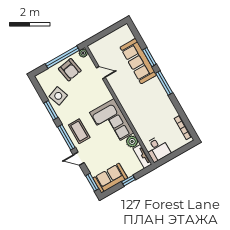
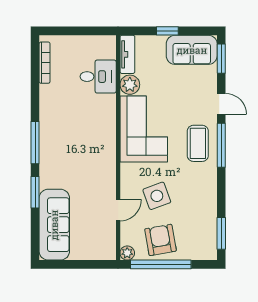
sofa: (138, 61) -> (54, 225), moved
door: (101, 73) -> (118, 210), swing flipped
side table: (58, 96) -> (157, 196), moved
window: (51, 110) -> (221, 233), moved
desk: (157, 149) -> (98, 77), moved, turned 90

